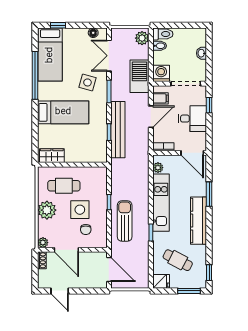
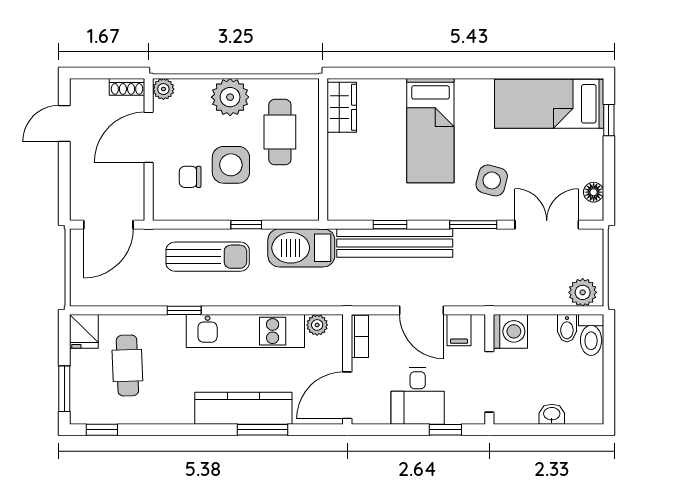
window: (35, 75) -> (506, 73), removed
barbecue: (139, 76) -> (301, 248), moved, turned 180
kitchen counter: (199, 221) -> (243, 408), moved
cafe table: (178, 260) -> (127, 366), turned -30

